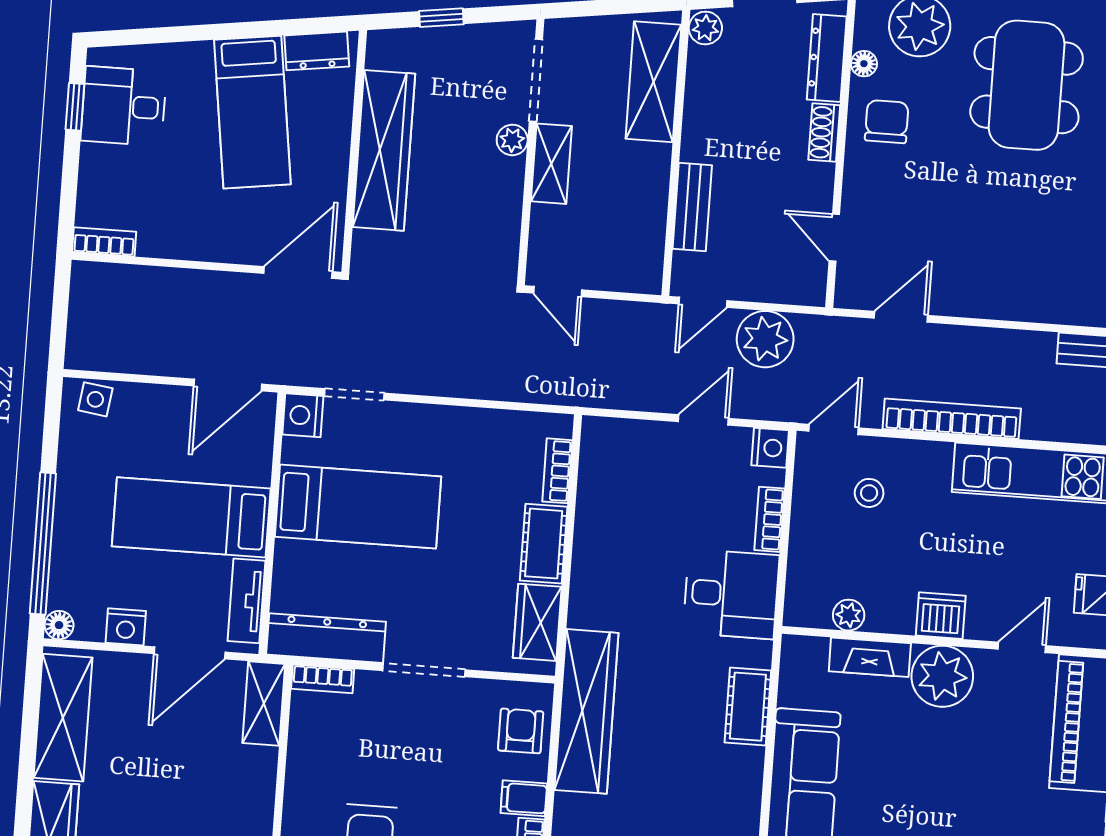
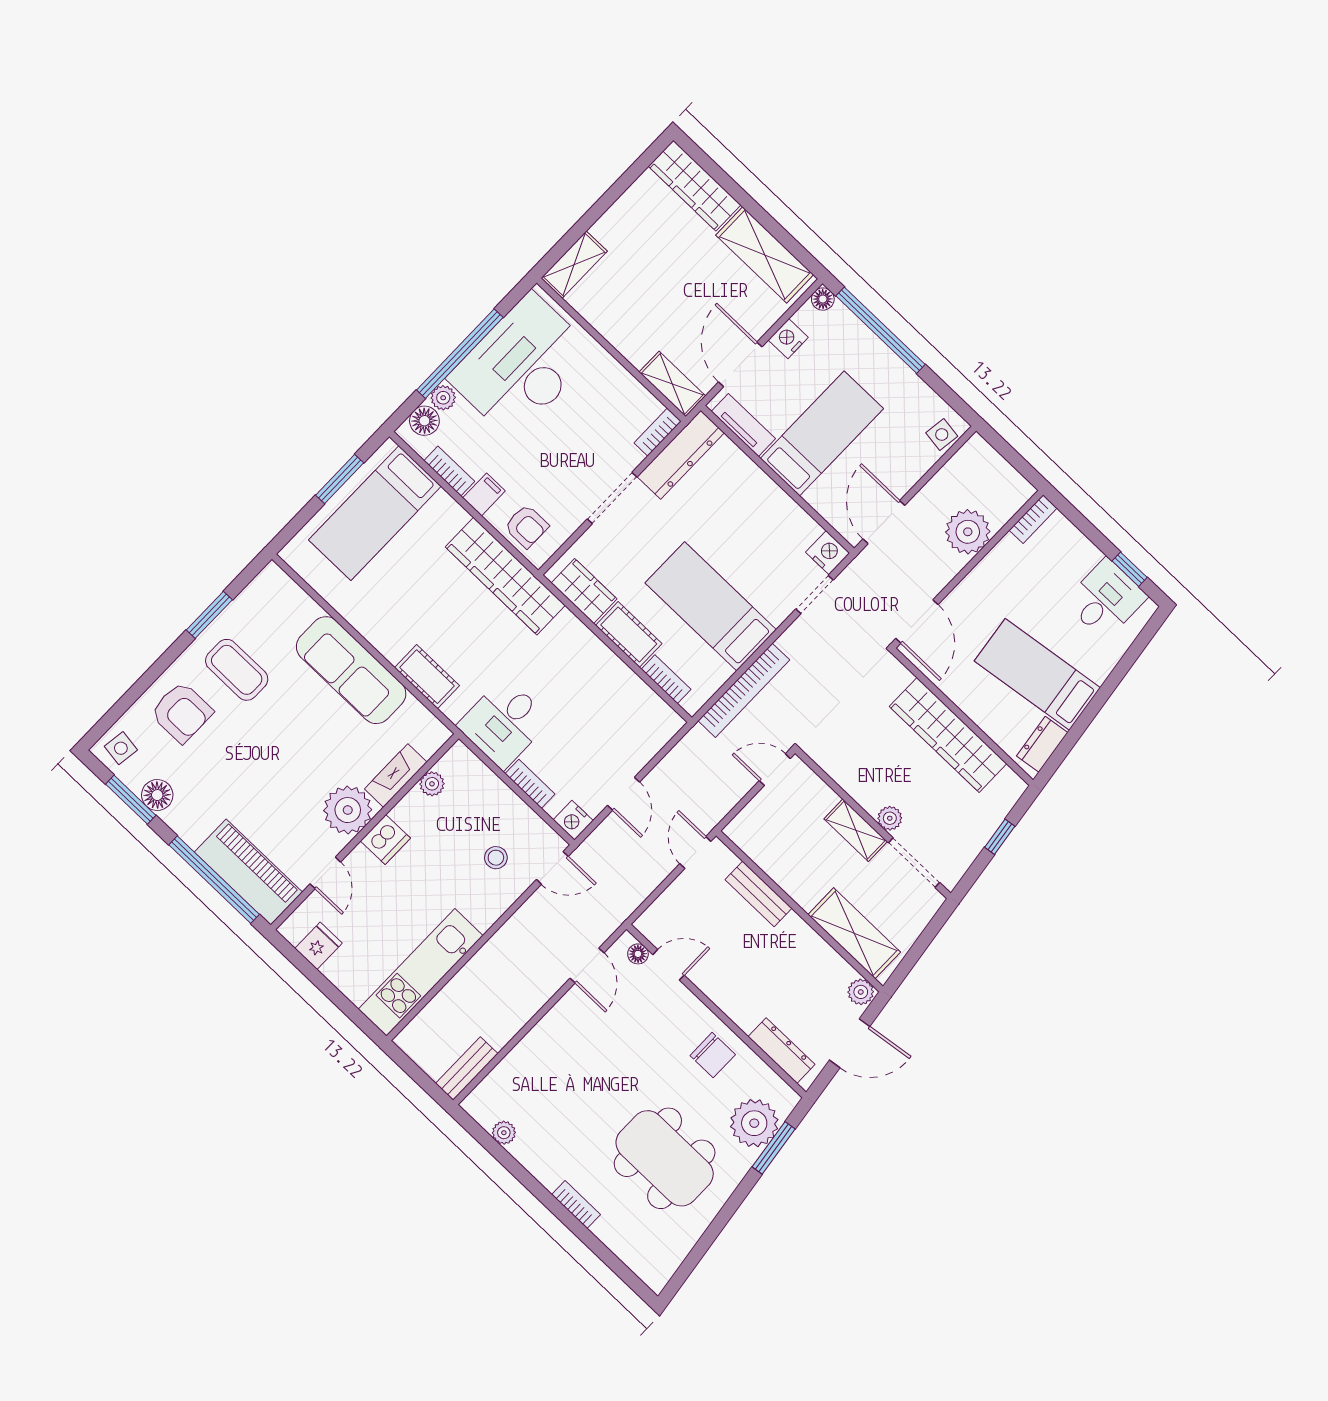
floor lamp: (864, 64) -> (638, 954), moved
shoe rack: (824, 132) -> (737, 1012), removed
plant: (765, 339) -> (968, 532), moved
bookcase: (952, 419) -> (744, 690), moved
door: (834, 430) -> (552, 868), hinge flipped
bed: (358, 507) -> (711, 606), moved, turned 90

